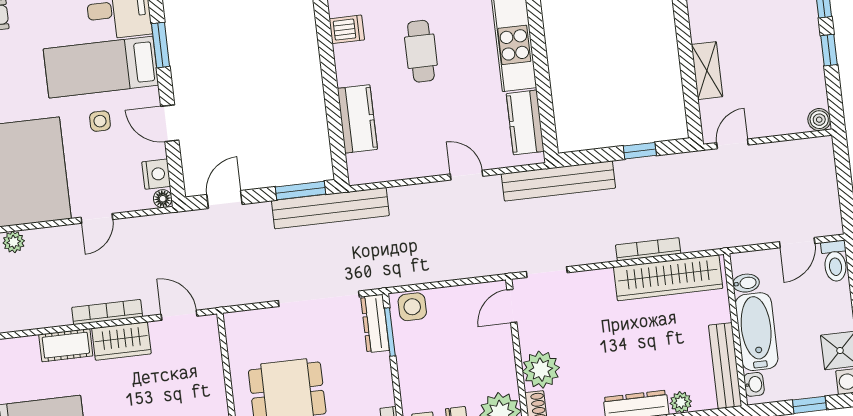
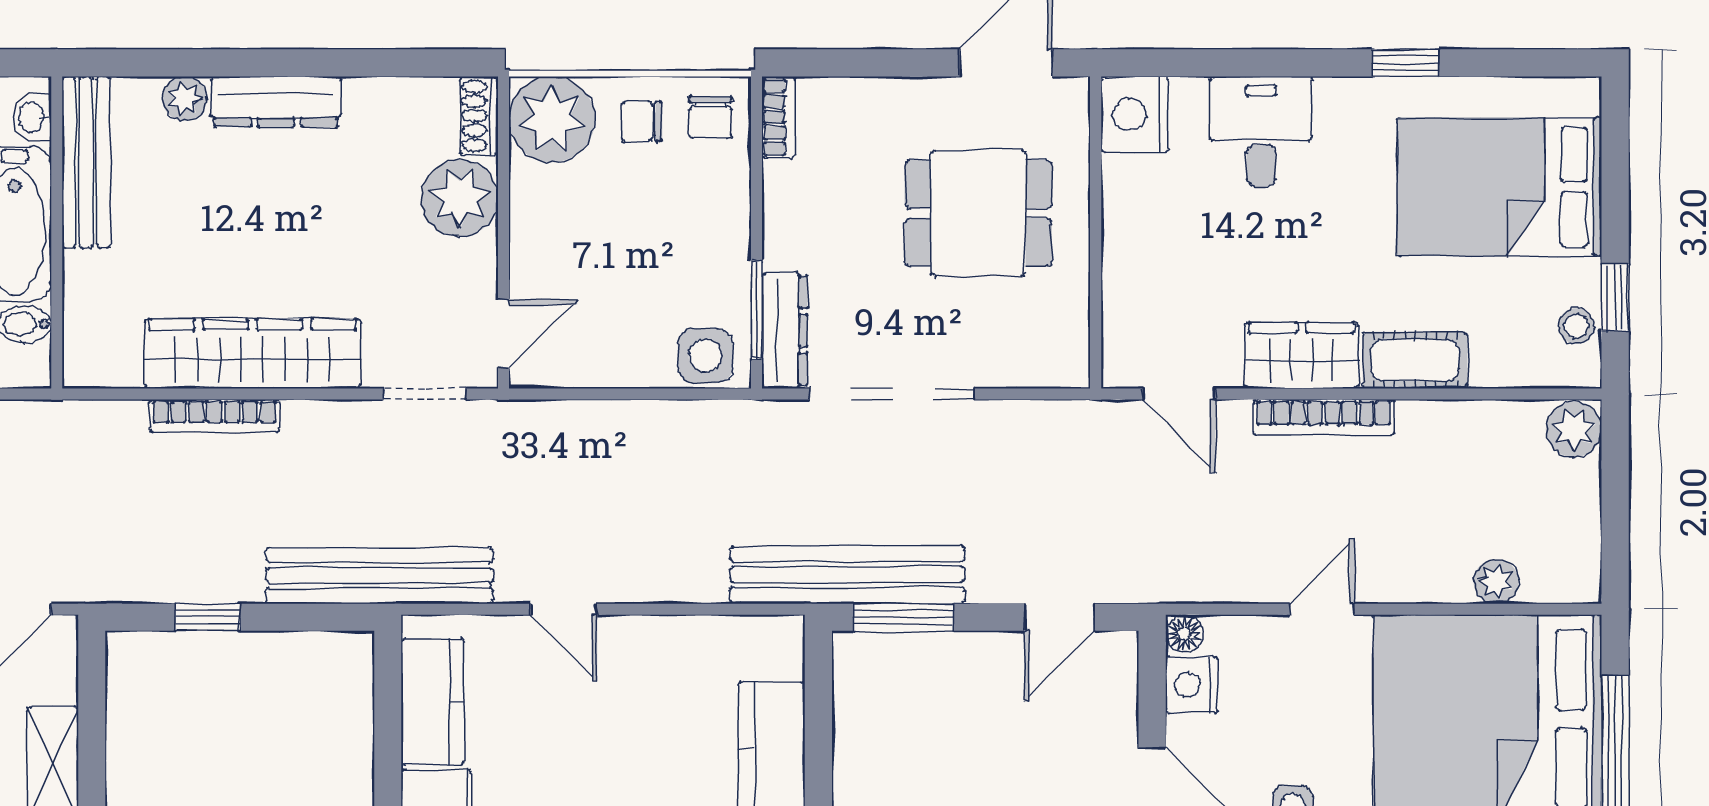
wardrobe: (668, 278) -> (253, 354), moved

